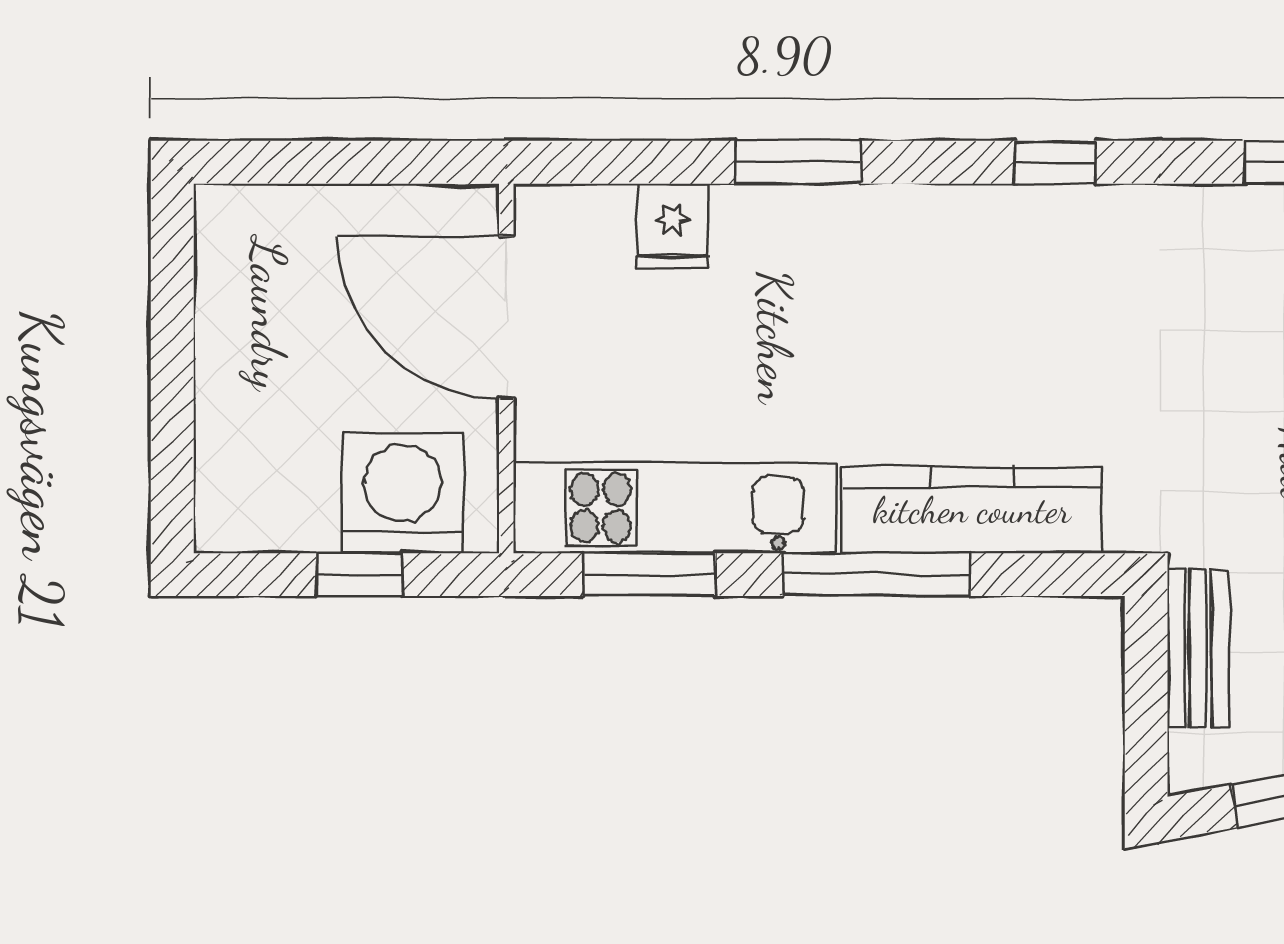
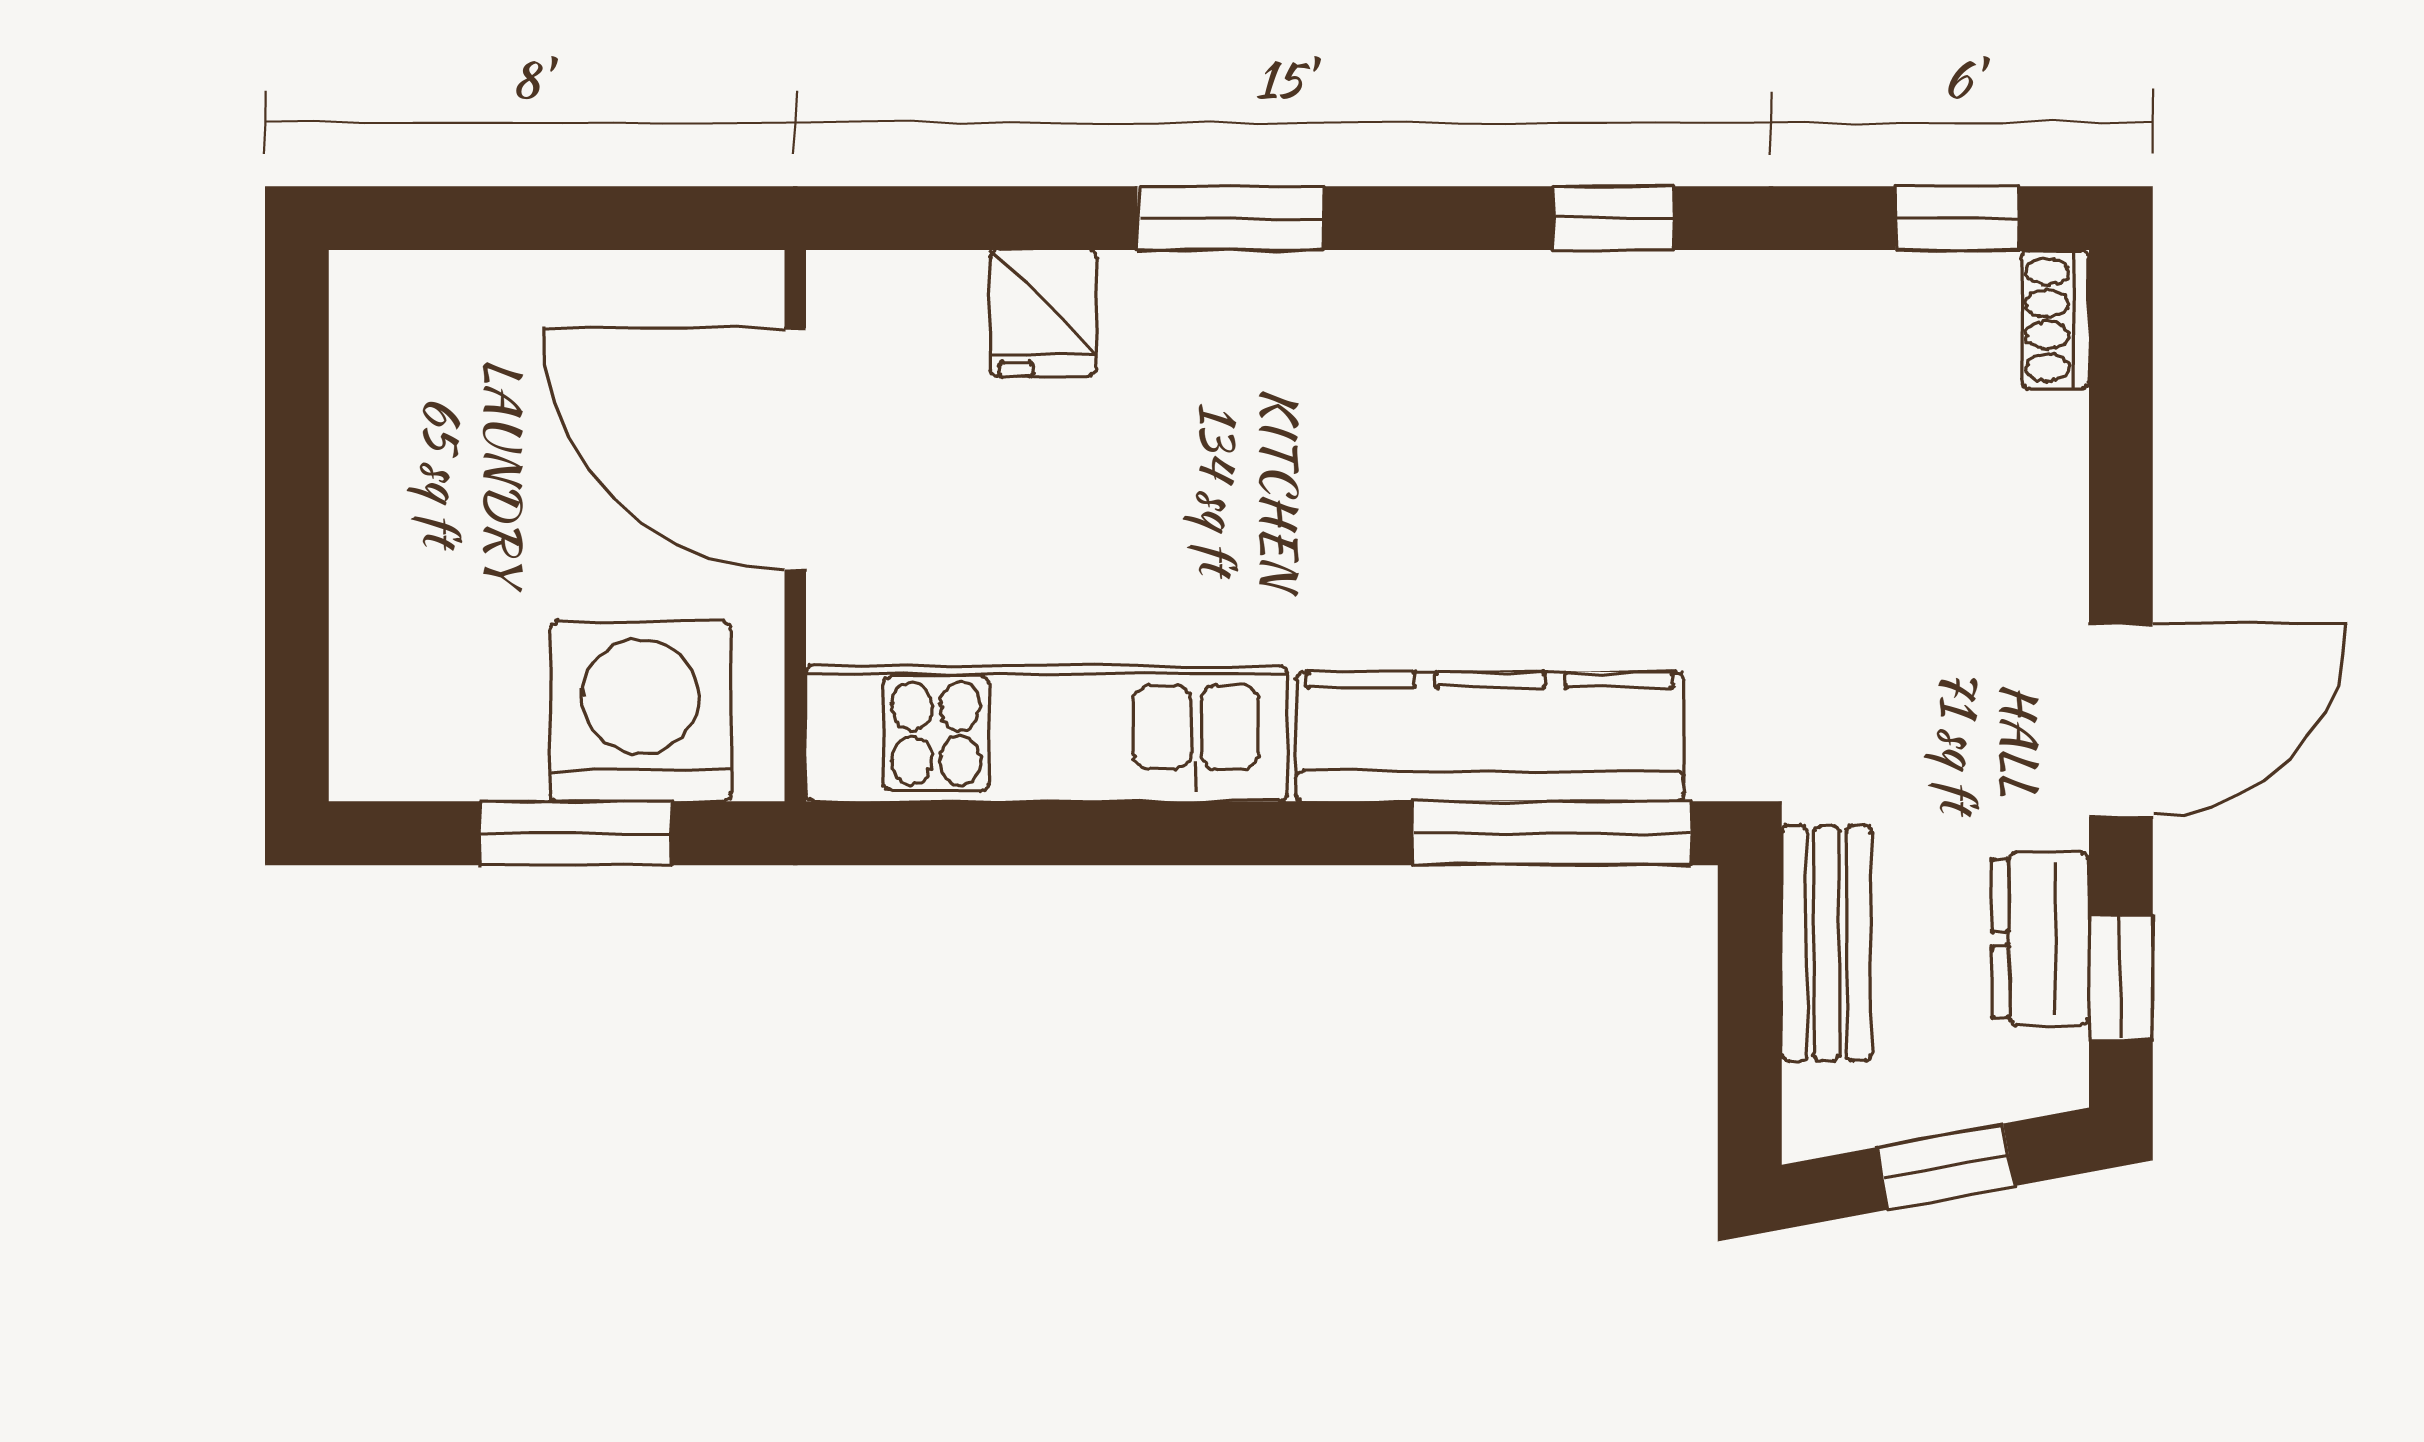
window: (359, 575) -> (576, 833), width x1.50
window: (650, 575) -> (1010, 833), removed
window: (876, 575) -> (1552, 833), moved

